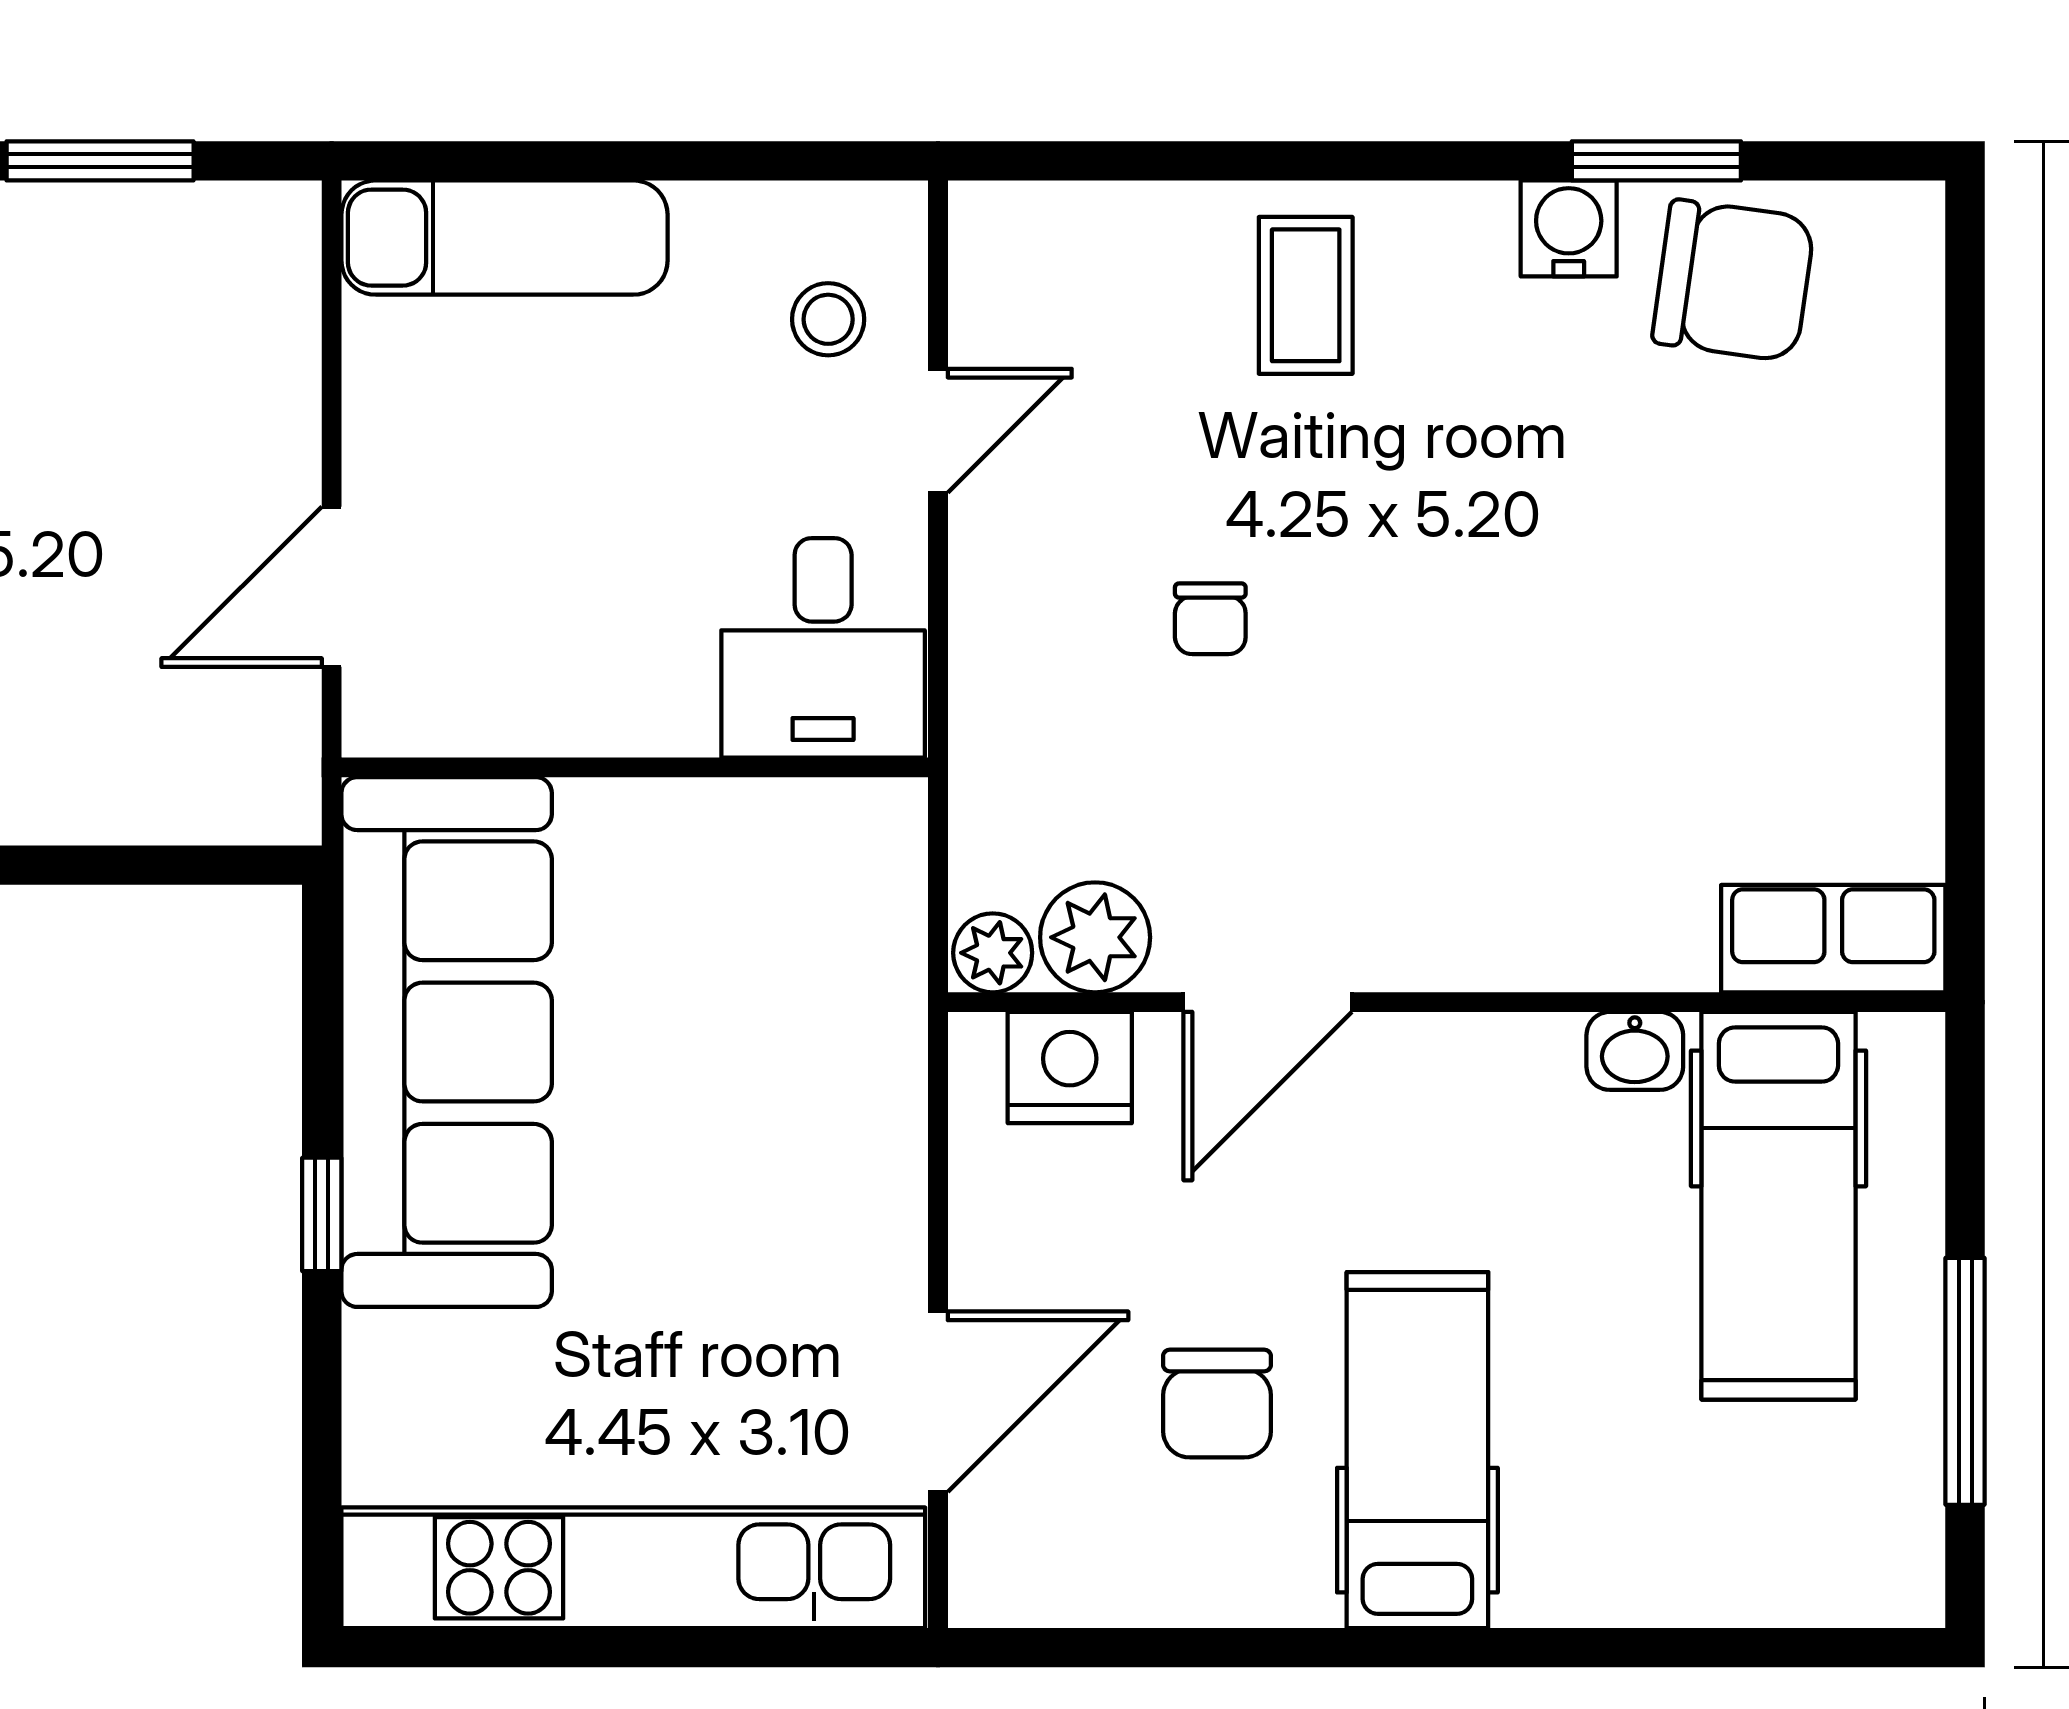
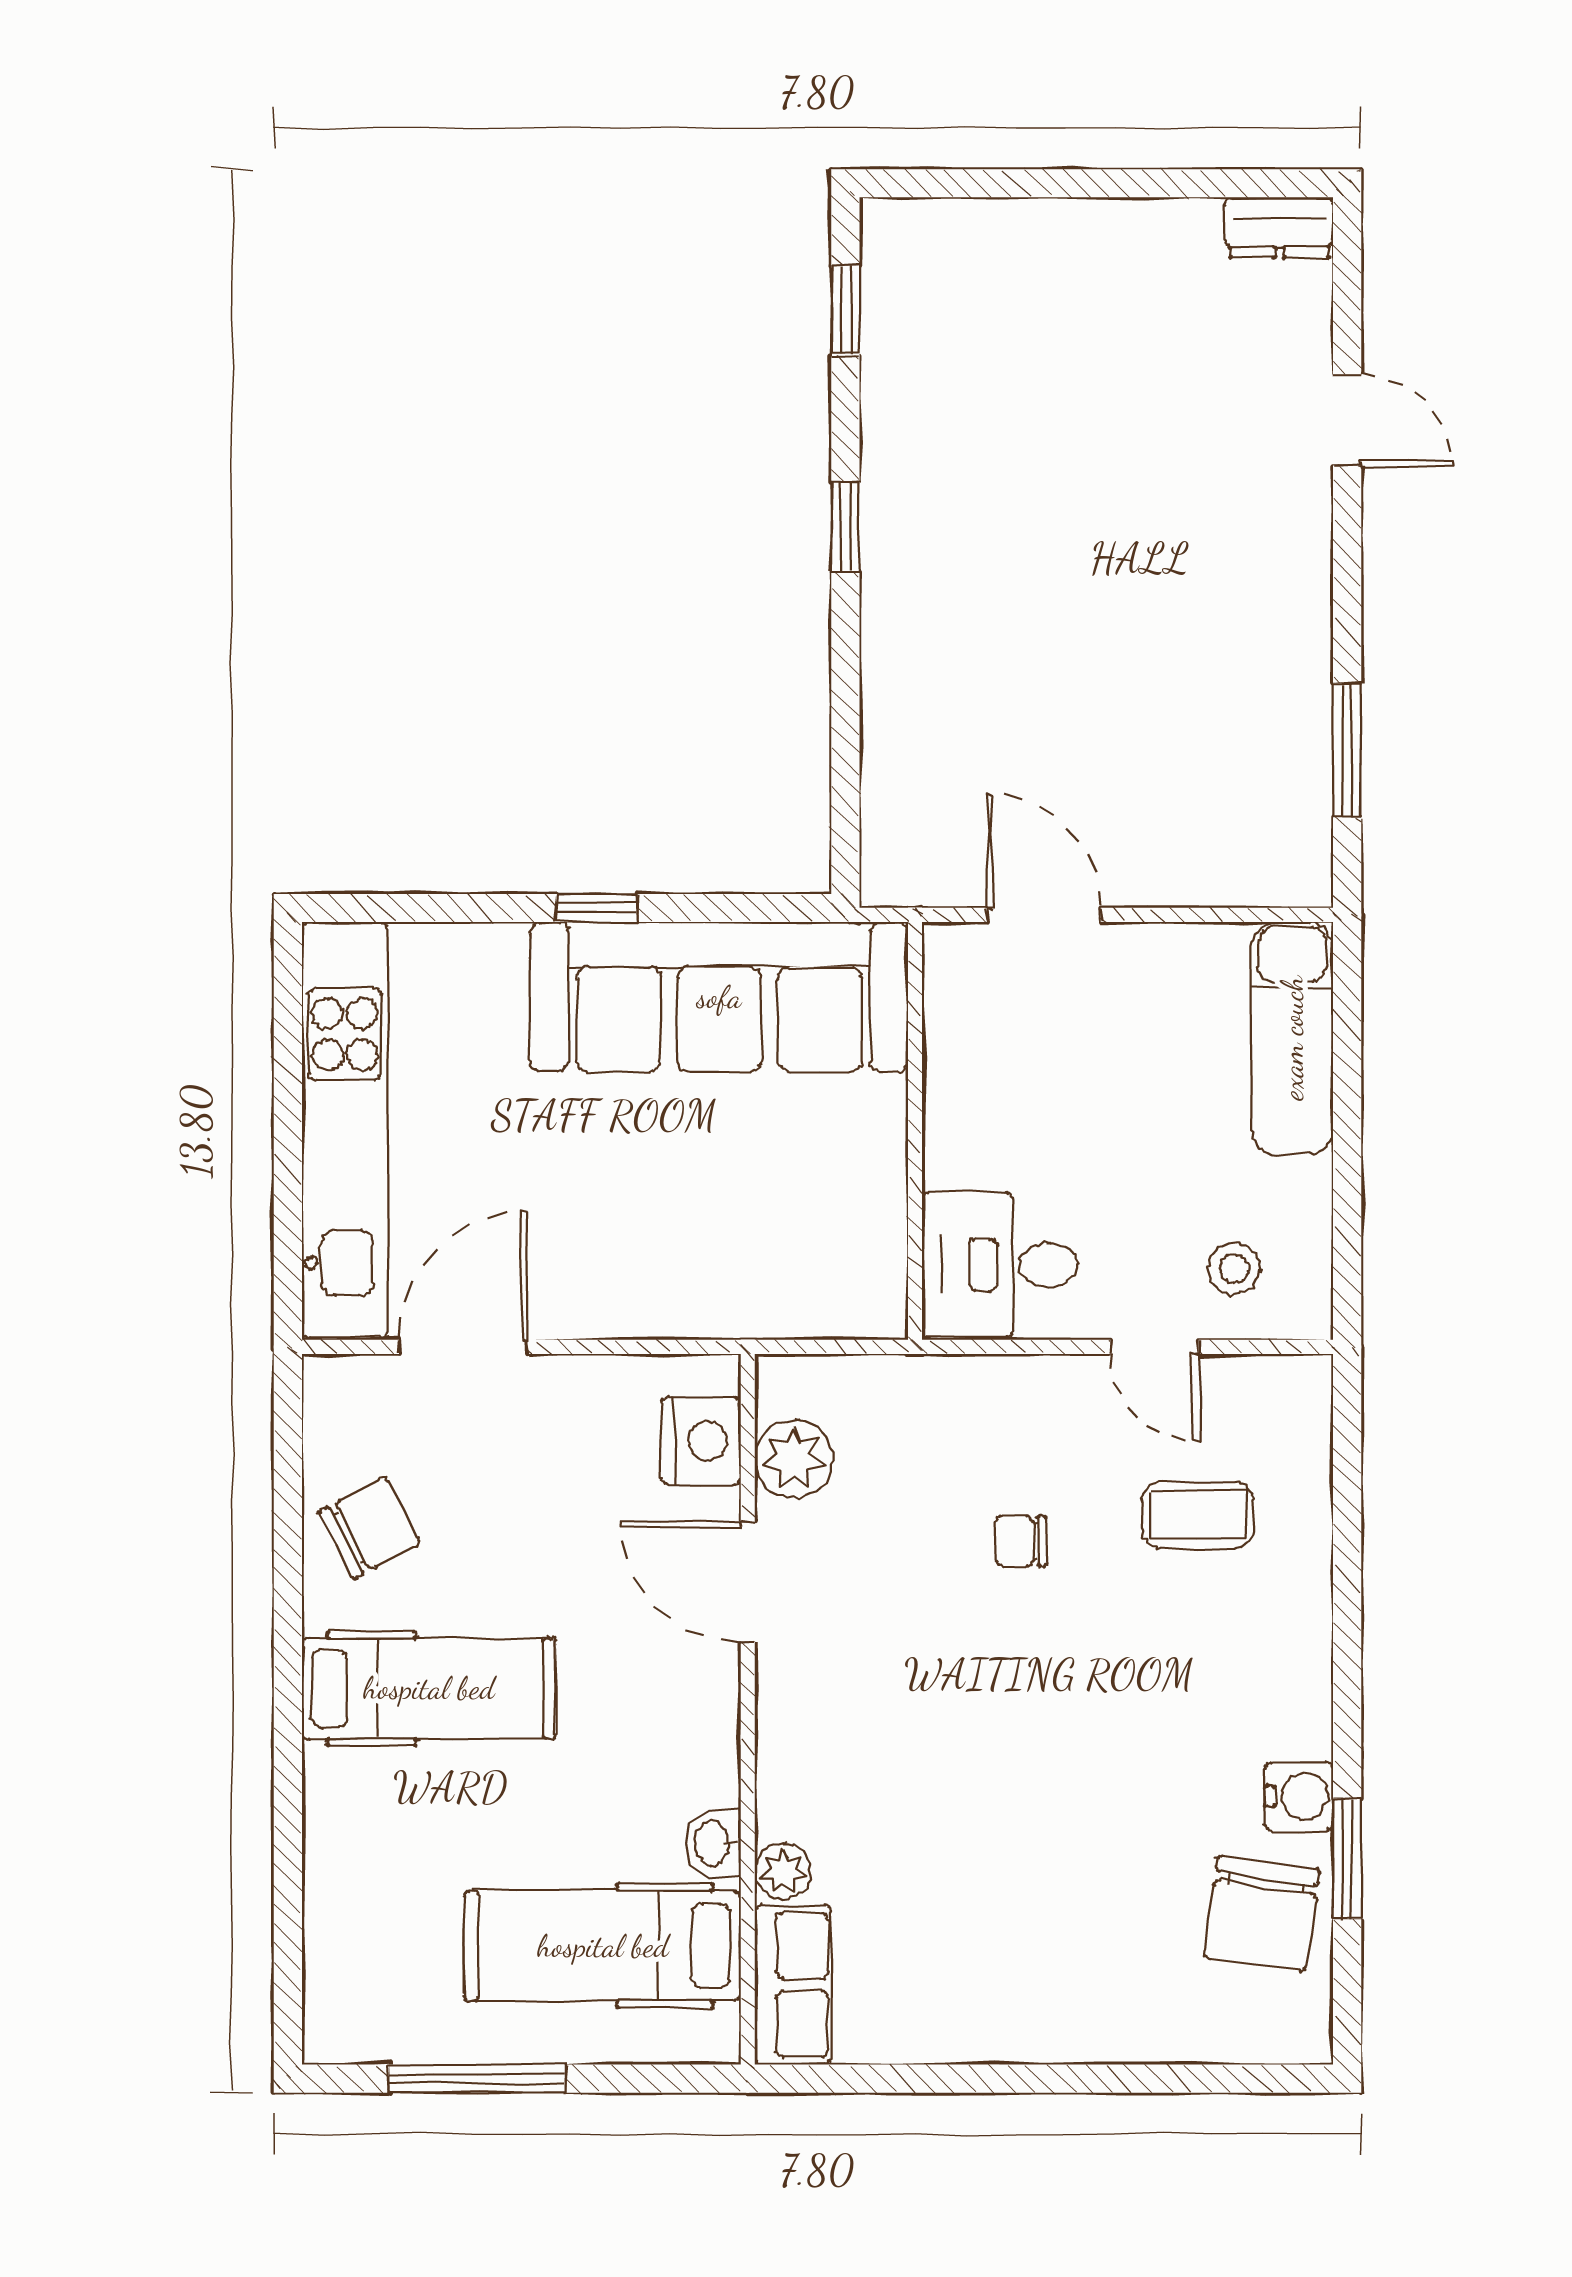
coffee table: (1306, 295) -> (1198, 1515), moved
plant: (993, 953) -> (783, 1871), moved
door: (938, 1402) -> (463, 1347), swing flipped
chair: (1217, 1404) -> (369, 1527), moved, turned 152

